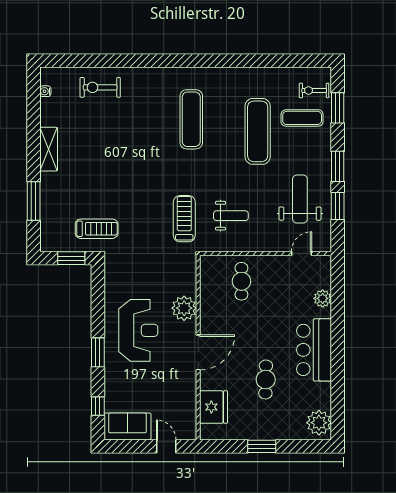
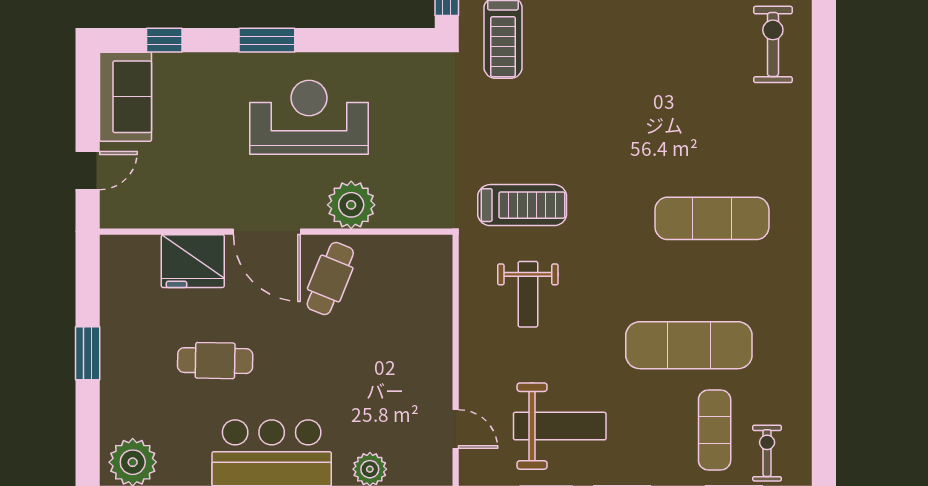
cafe table: (241, 281) -> (330, 279), moved, turned -68
reception desk: (138, 330) -> (309, 117), turned 180
fridge: (214, 407) -> (193, 261), moved

